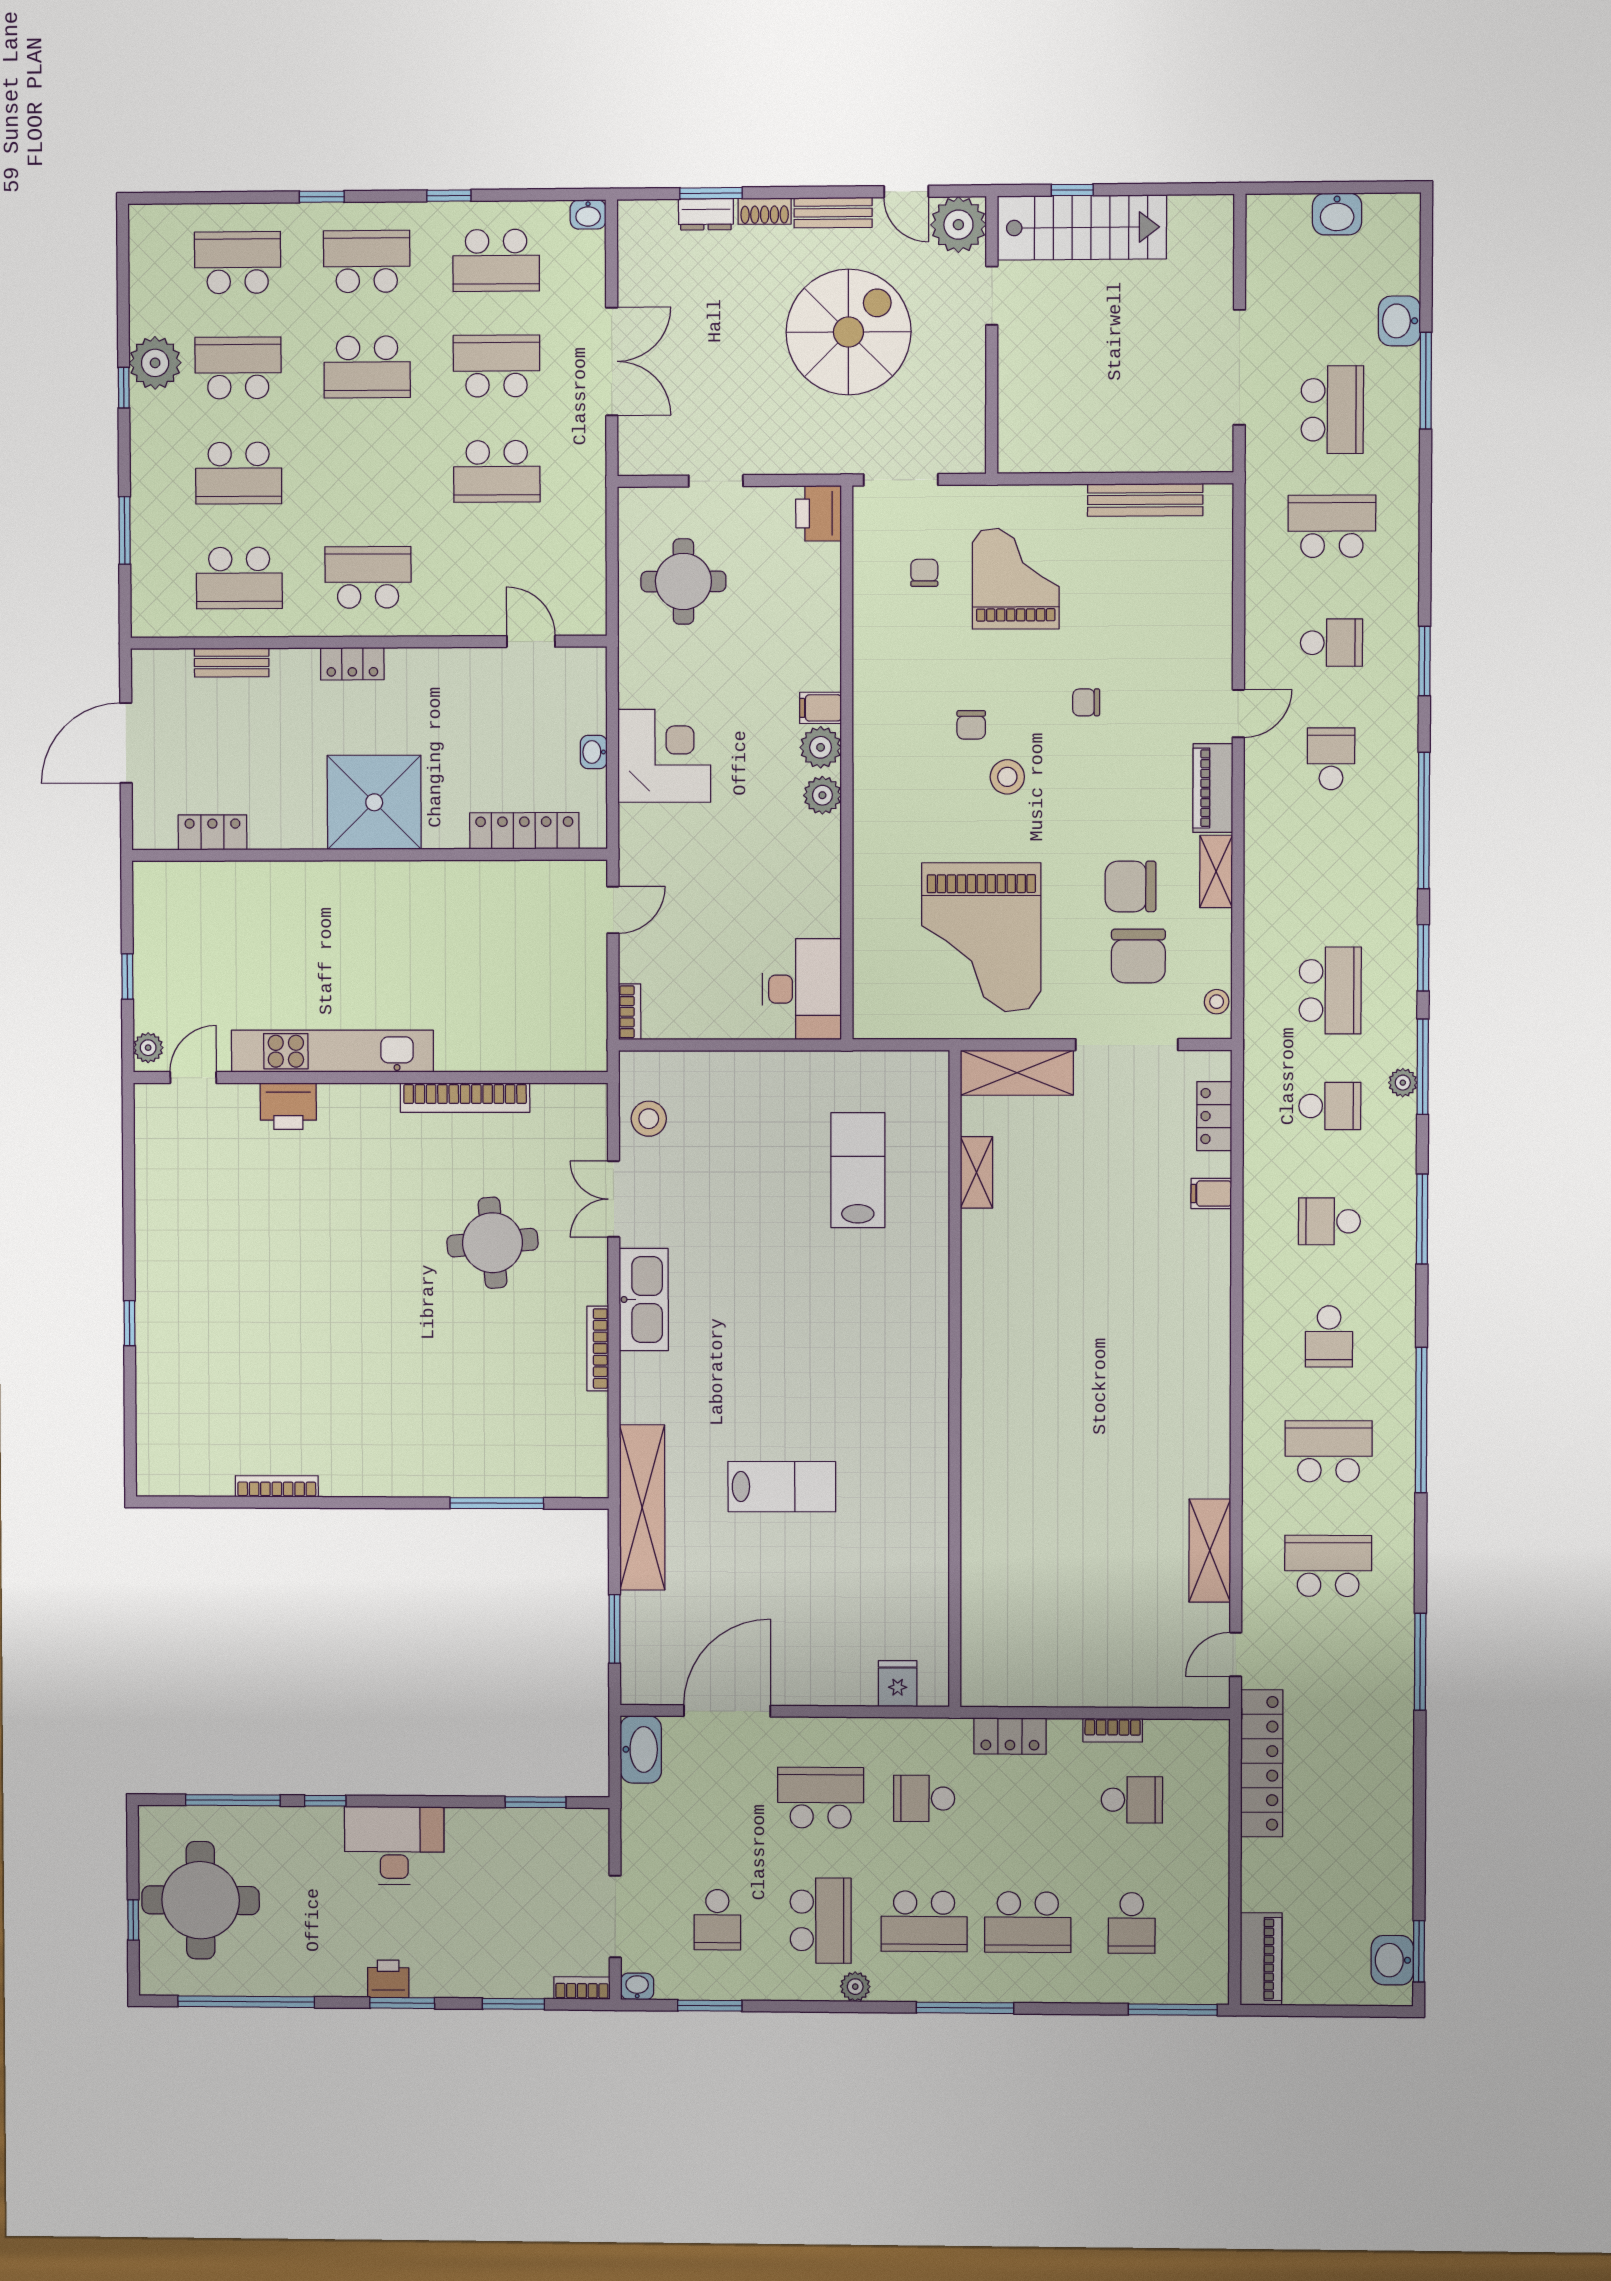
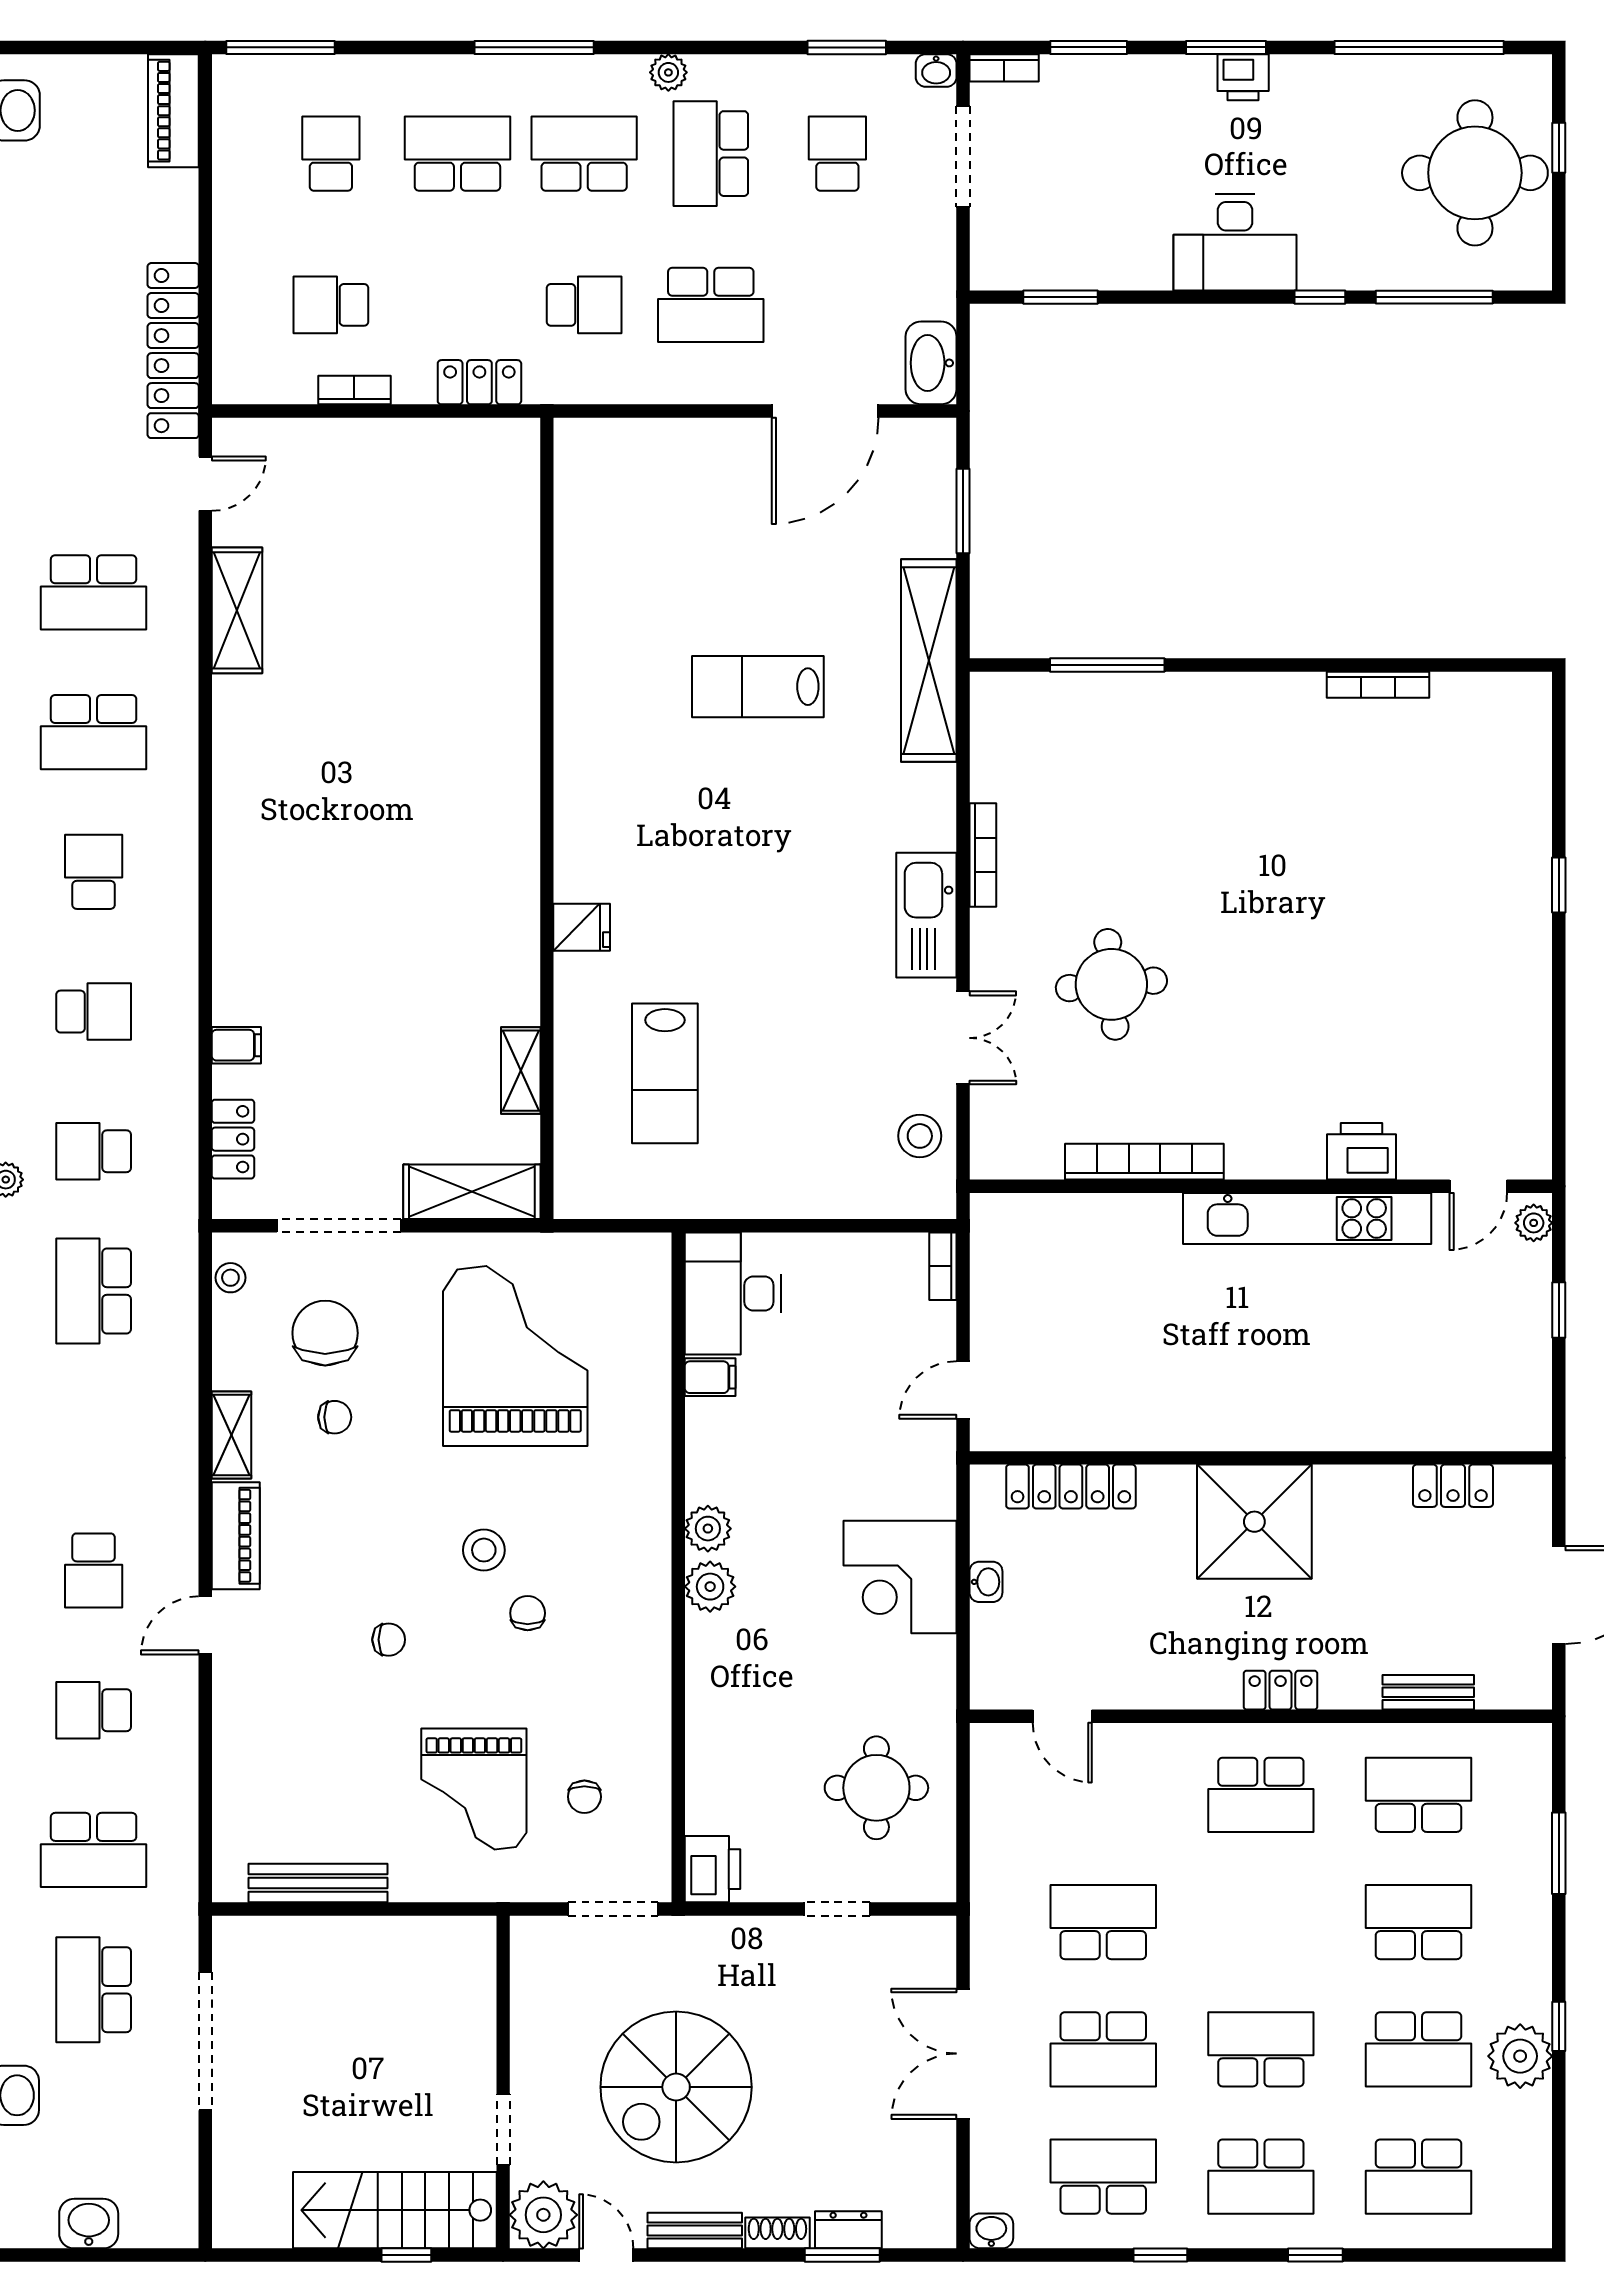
filing cabinet: (820, 708) -> (710, 1377), moved
chair: (1131, 886) -> (335, 1417), width x0.54, depth x0.54
fridge: (898, 1684) -> (582, 927), moved, turned -90

